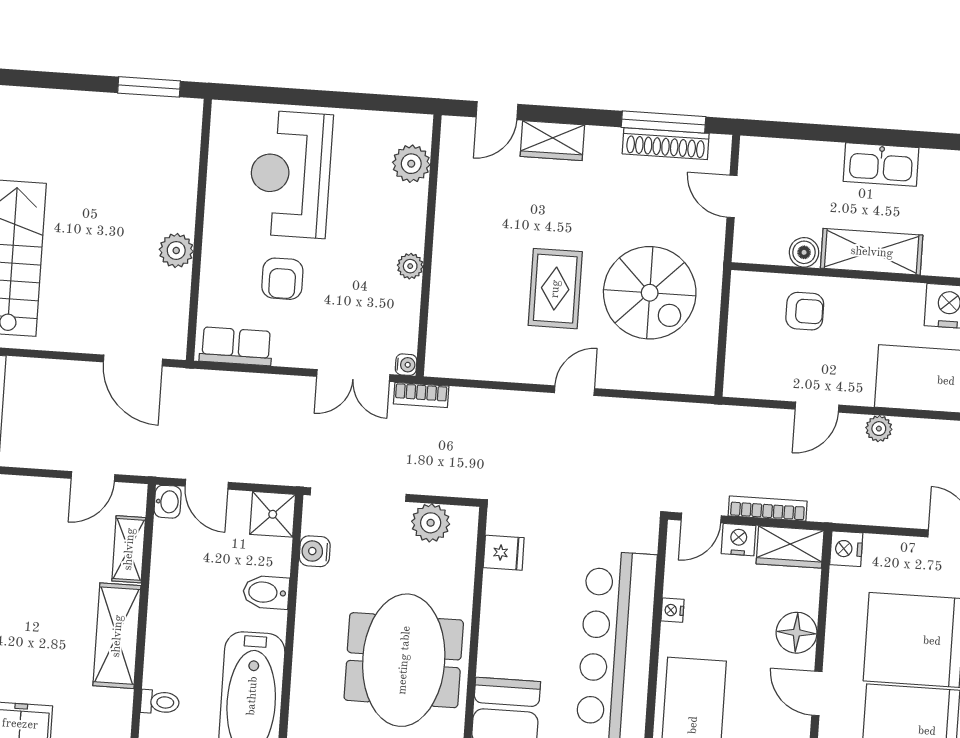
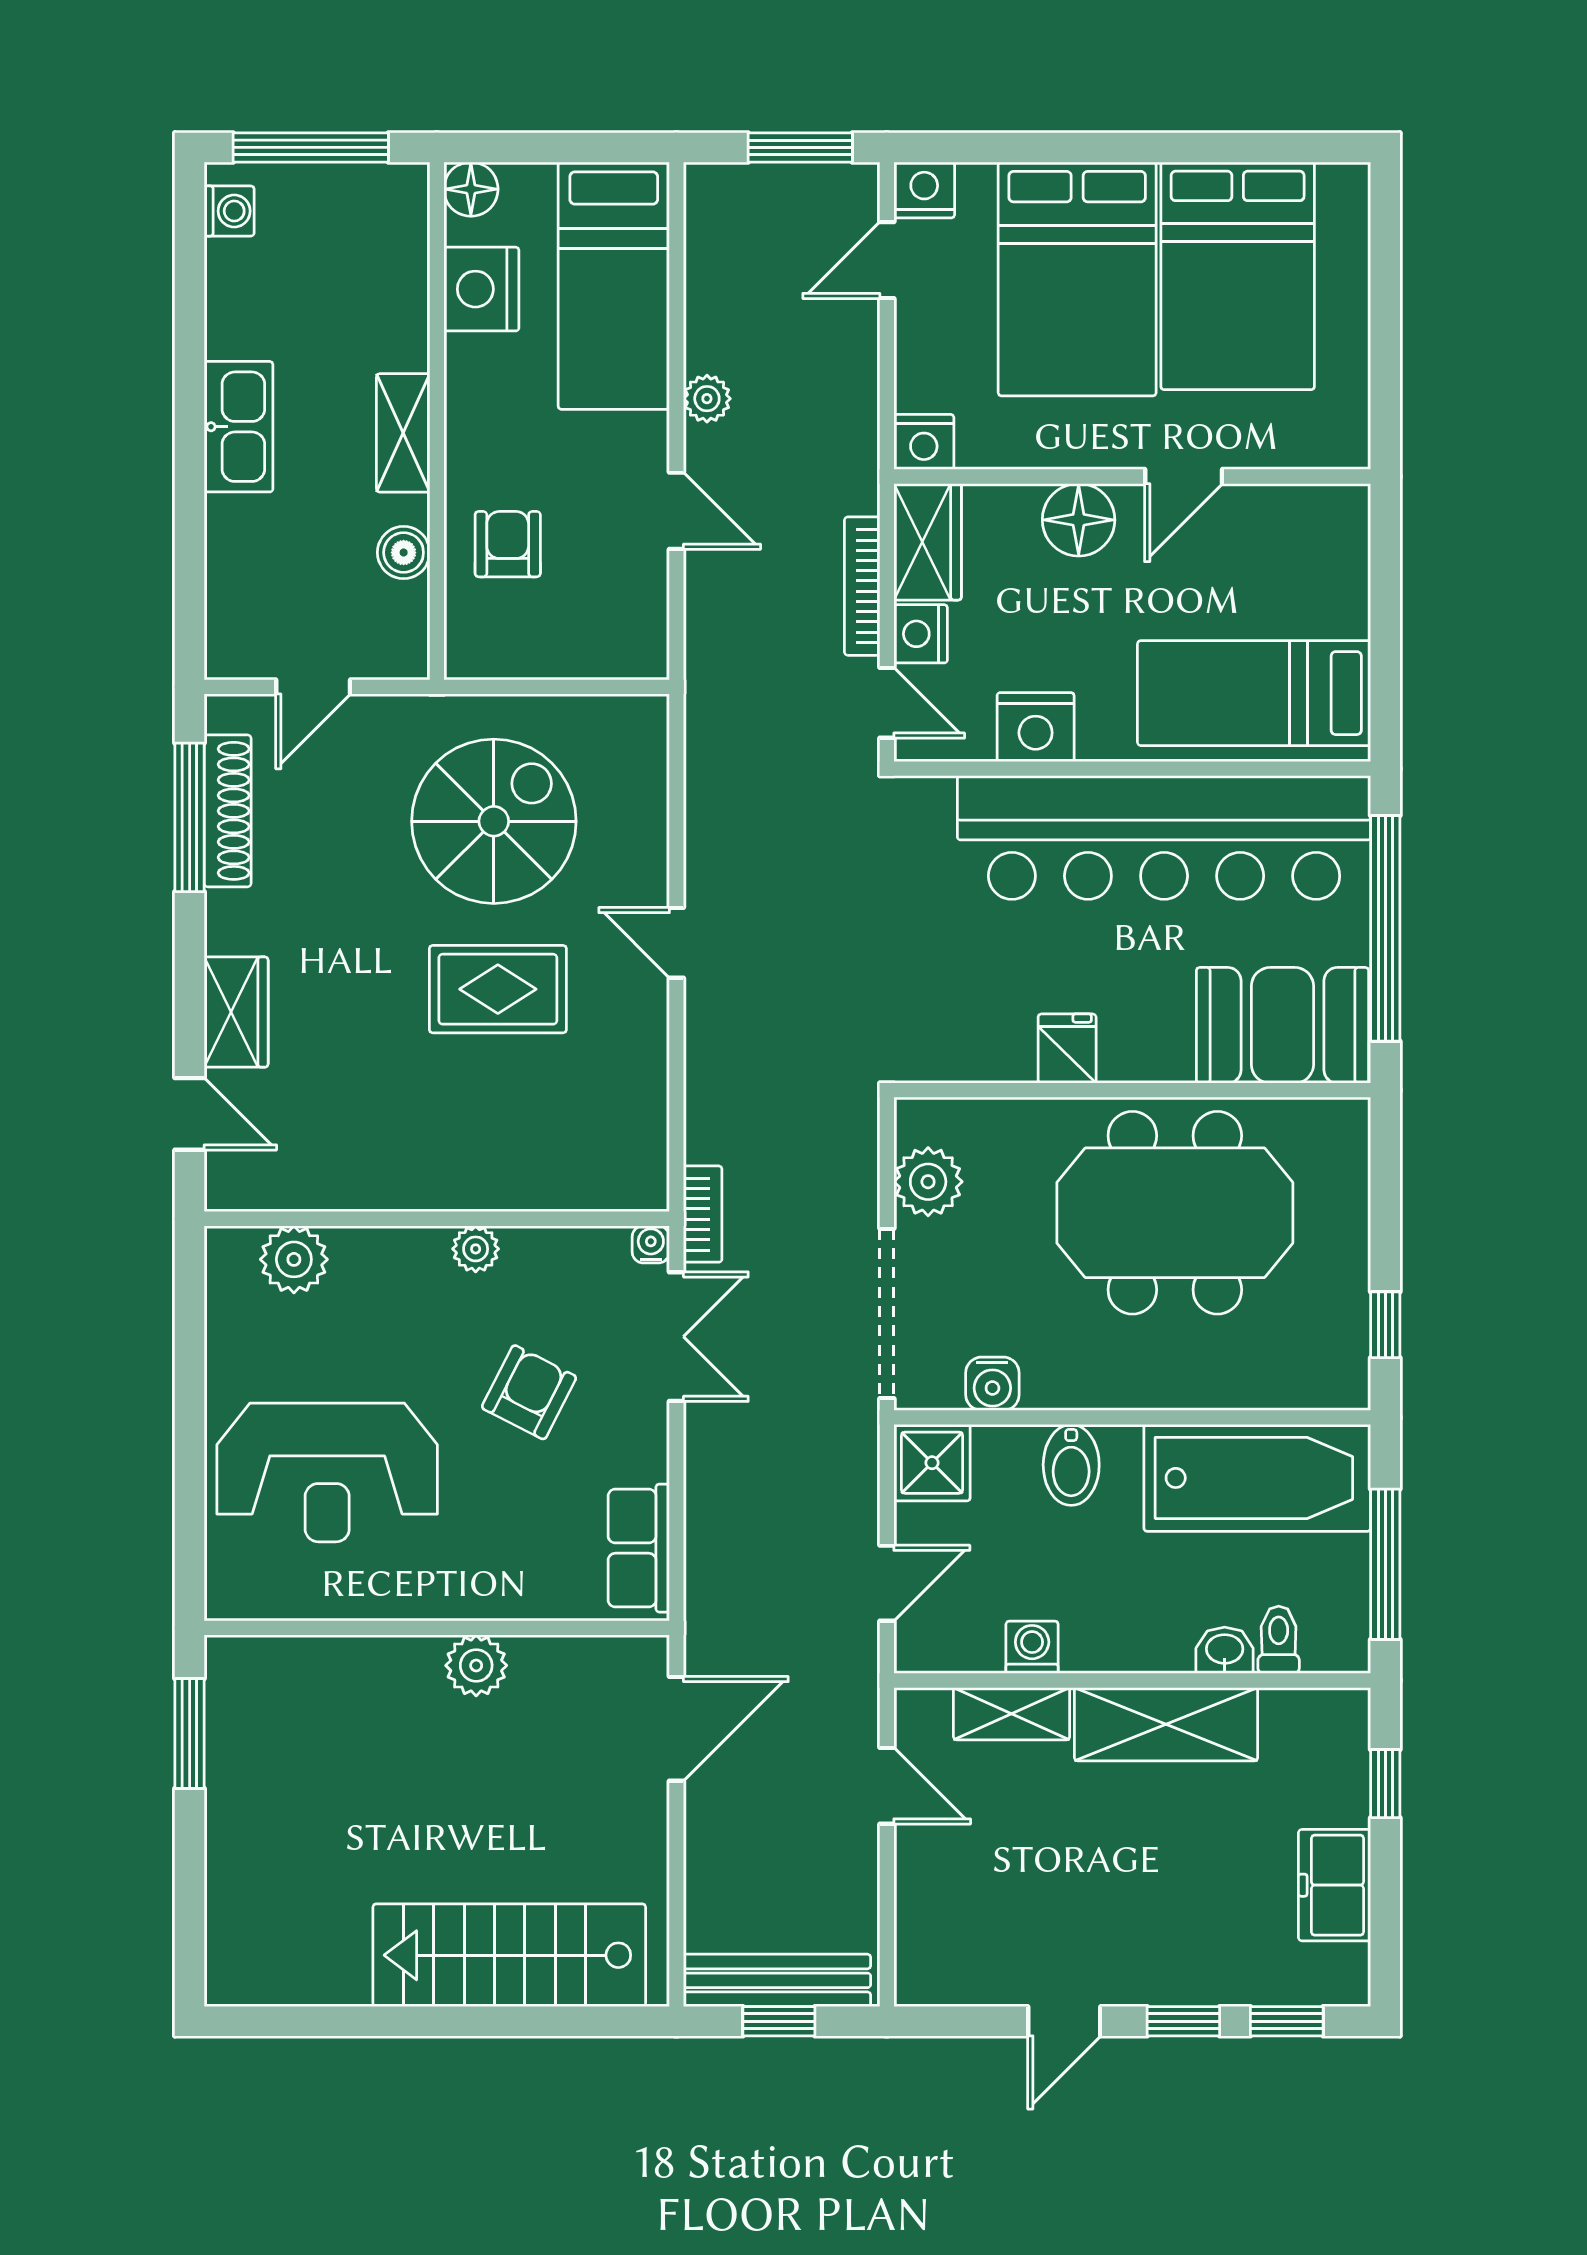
shelving: (872, 252) -> (403, 433), width x0.67, depth x0.75
armchair: (282, 279) -> (529, 1392), moved, turned -63
washbasin: (168, 502) -> (1225, 1650), moved
fridge: (504, 553) -> (1067, 1049), moved
washing machine: (165, 563) -> (1032, 1647), added
nightstand: (672, 610) -> (1036, 727), width x1.89, depth x1.79

